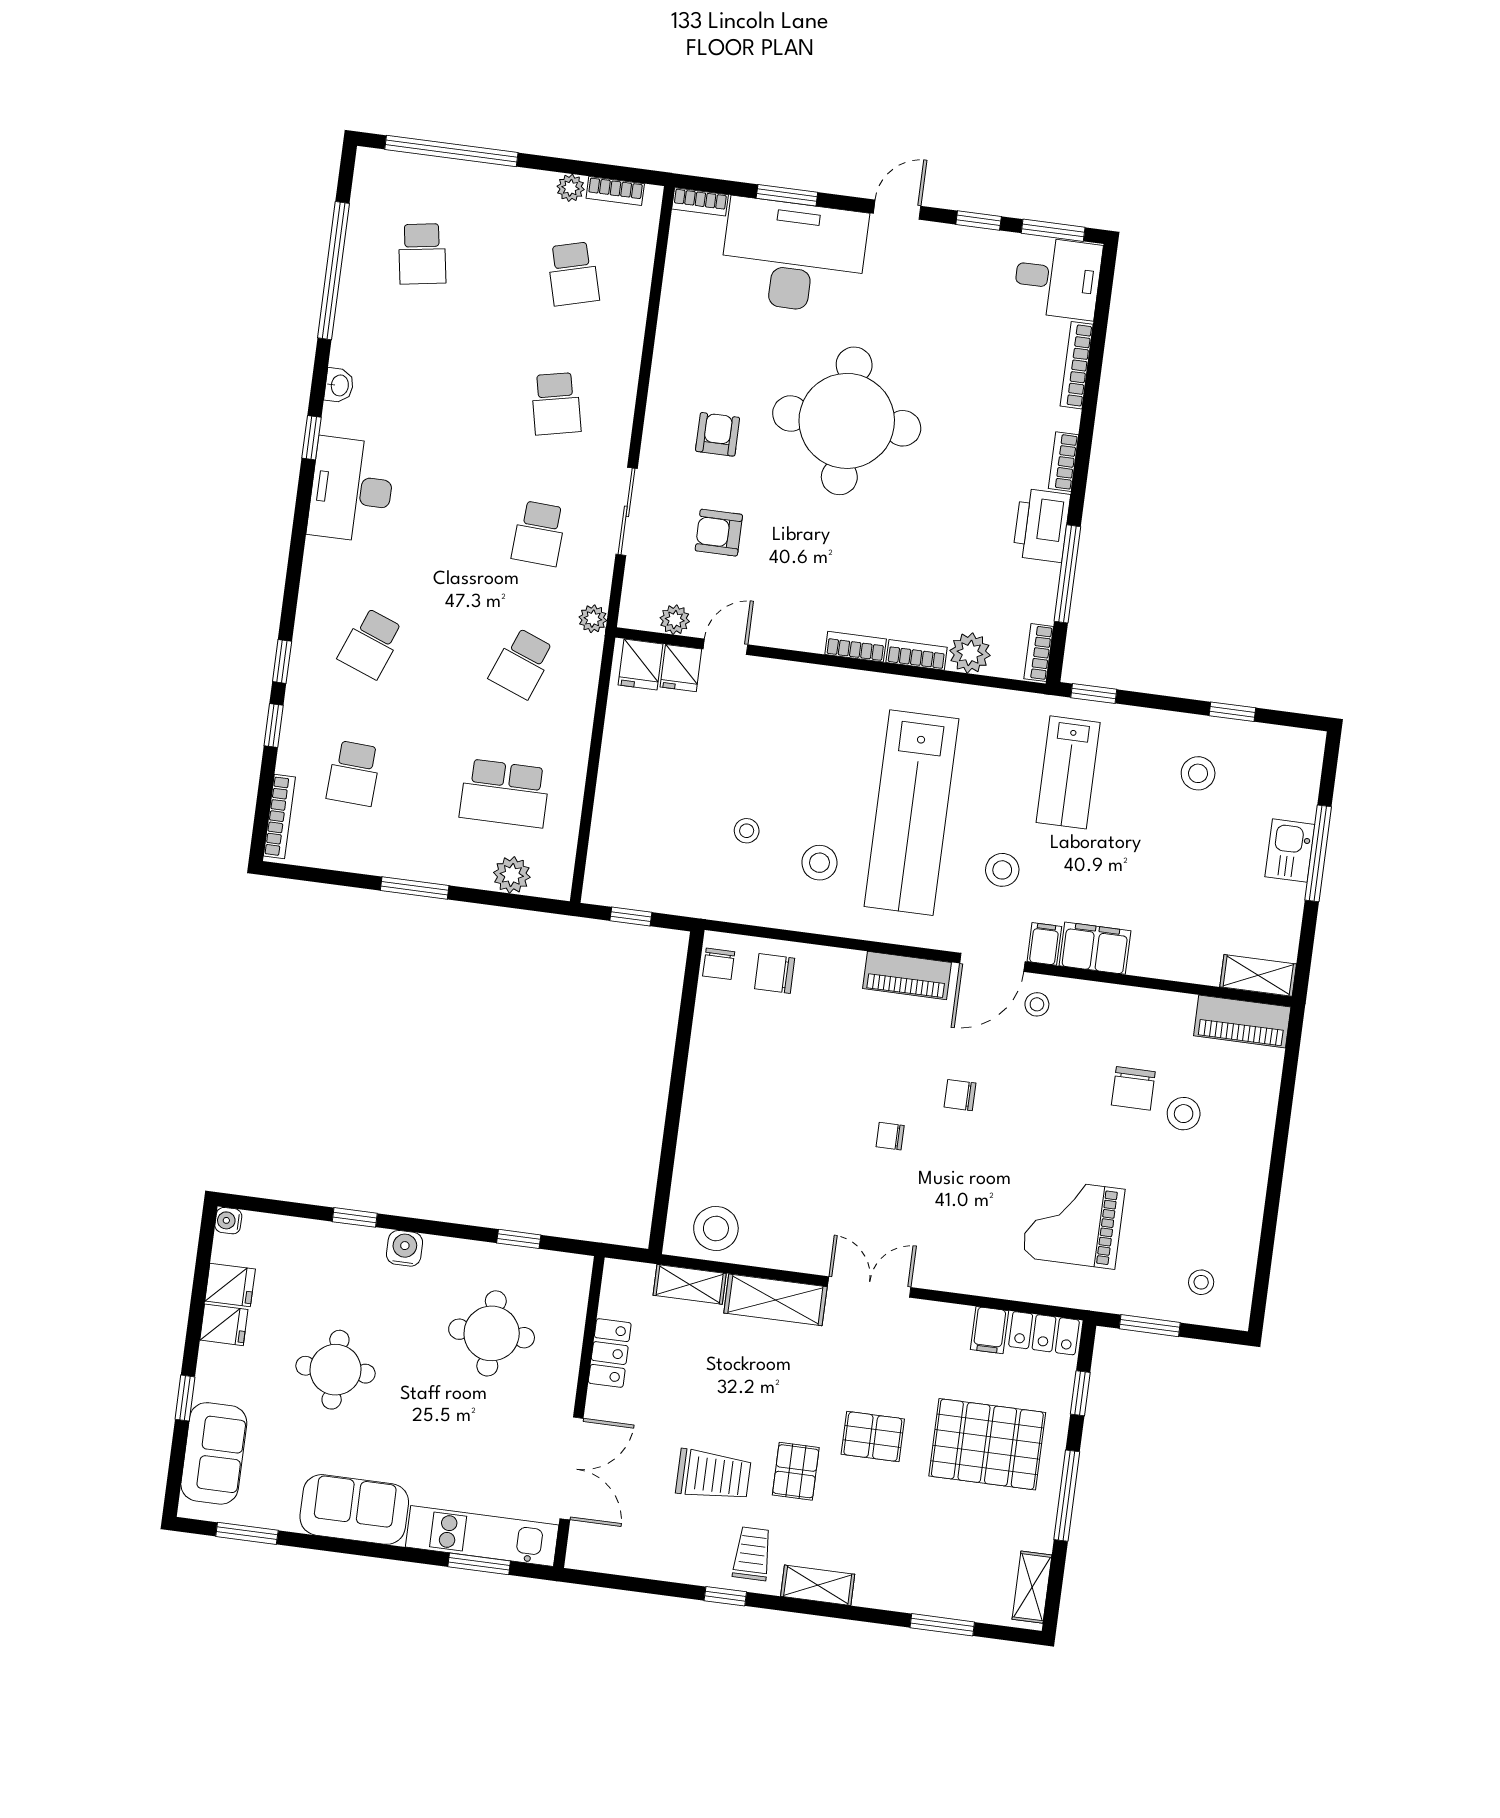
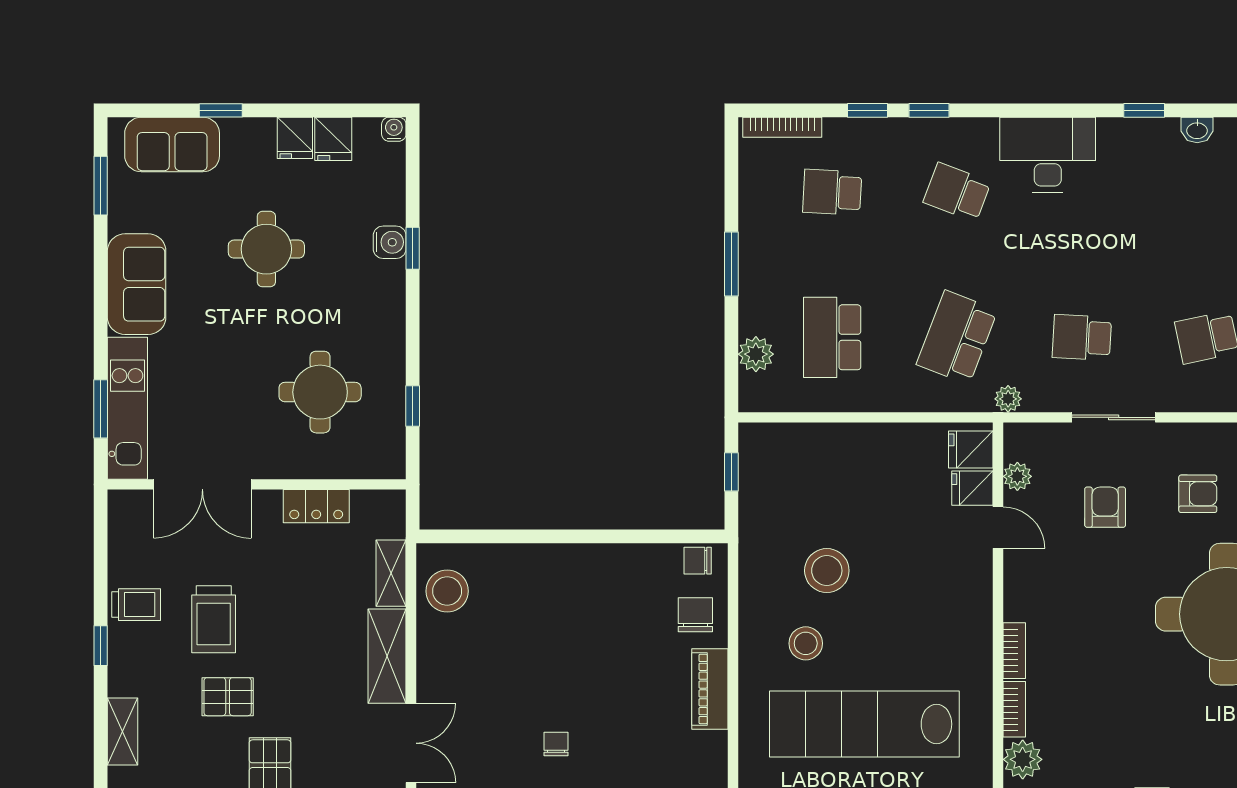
desk: (351, 490) -> (1048, 155), moved
school desk: (522, 663) -> (957, 337), width x1.85
stool: (747, 831) -> (827, 571), width x1.89, depth x1.89
piano: (907, 976) -> (710, 689), moved
water cooler: (405, 1248) -> (390, 242), moved
trolley: (752, 1554) -> (136, 605), moved

